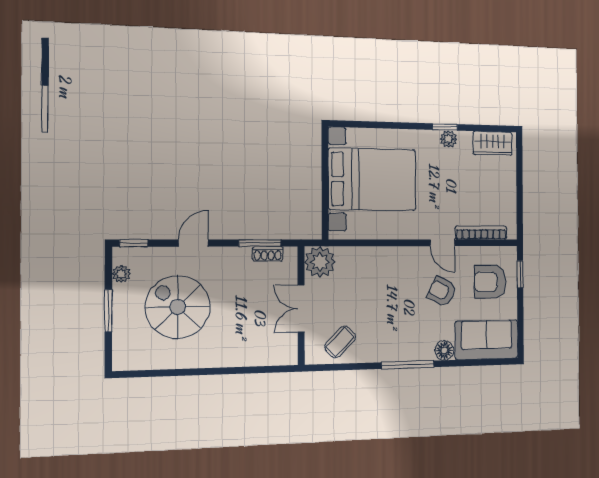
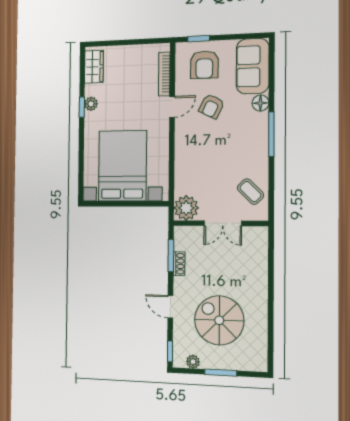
shoe rack: (268, 254) -> (179, 264), moved
spiral stairs: (178, 307) -> (219, 320), turned 90

